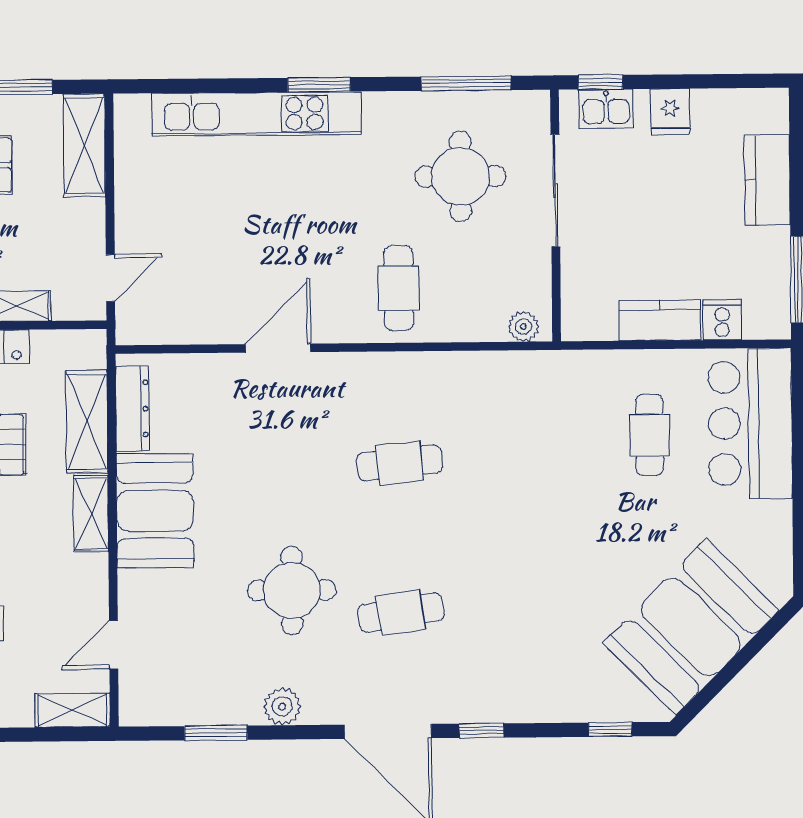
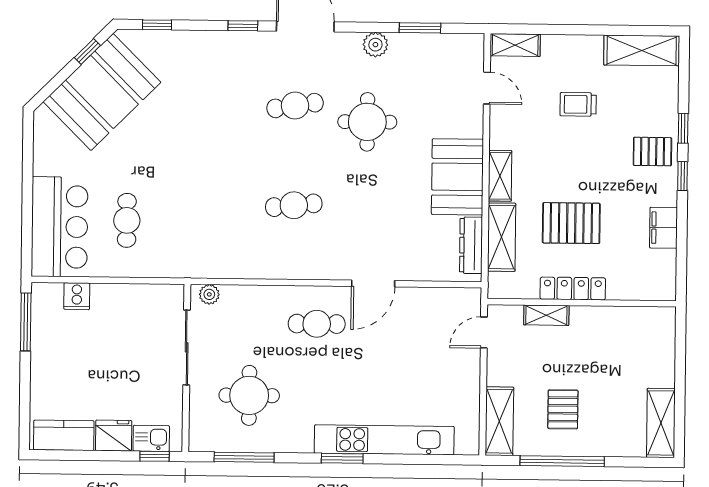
fridge: (670, 112) -> (114, 436), width x1.38
kitchen counter: (767, 180) -> (64, 435), moved, turned -90
sliding door: (555, 190) -> (187, 347), moved
cafe table: (399, 288) -> (317, 324), moved, turned 90
kitchen counter: (660, 320) -> (118, 297), removed
door: (114, 645) -> (487, 88), hinge flipped
window: (714, 687) -> (87, 52), added

